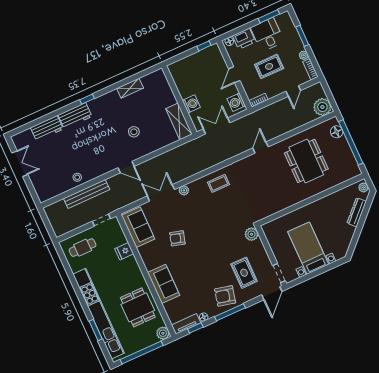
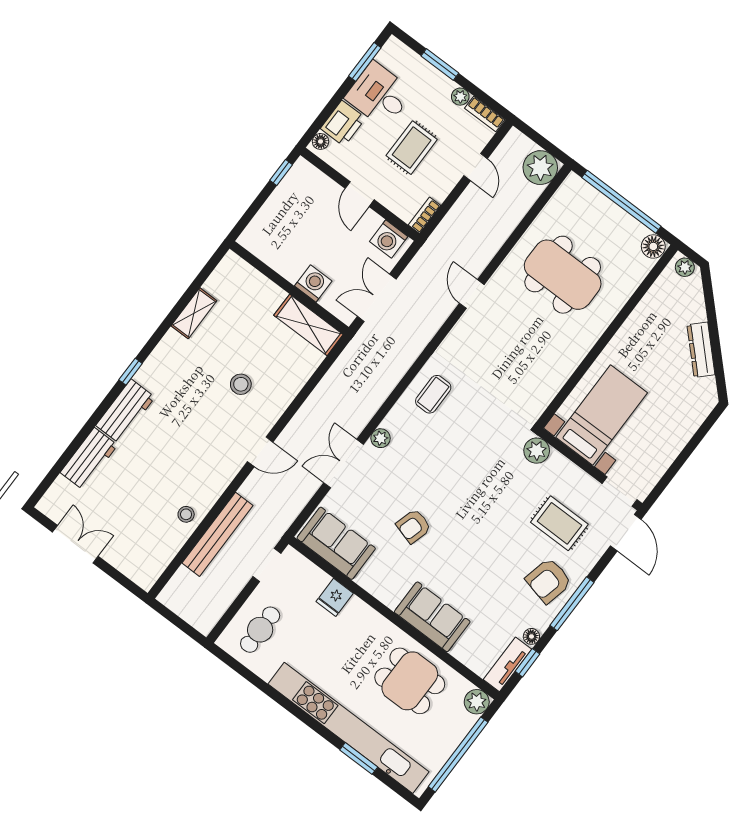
floor lamp: (337, 132) -> (653, 246), moved
dresser: (357, 212) -> (701, 350), moved
bed with nightstands: (308, 248) -> (602, 415), moved, turned 90

